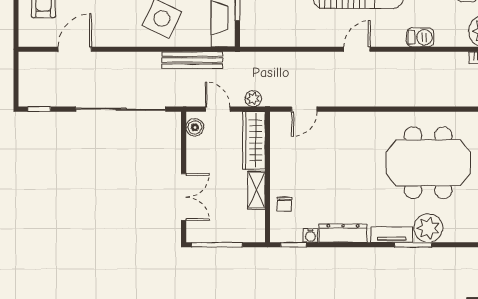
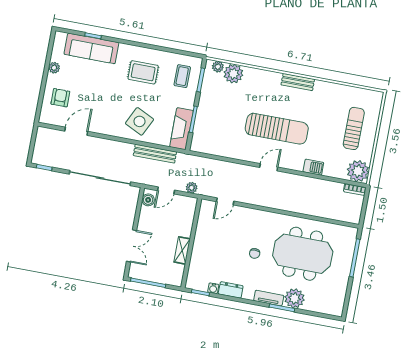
door: (218, 109) -> (166, 190), swing flipped
wardrobe: (254, 140) -> (187, 216), removed
chair: (284, 204) -> (255, 253), moved
dresser: (343, 233) -> (231, 290), width x0.70

